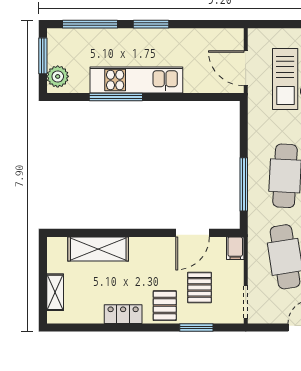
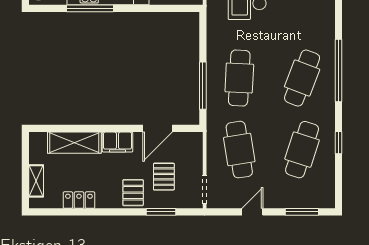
filing cabinet: (235, 248) -> (117, 142), moved, width x2.00
locker: (123, 314) -> (79, 200), moved

